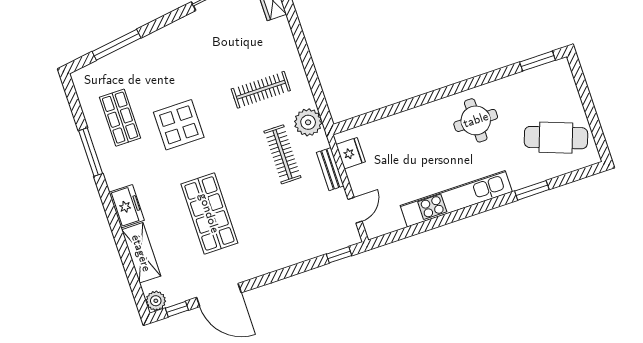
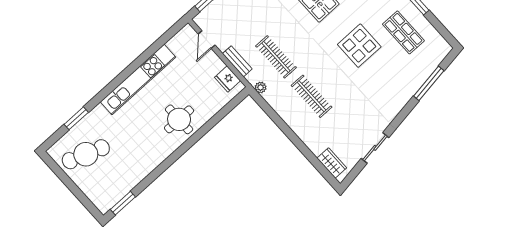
clothes rail: (261, 90) -> (312, 96), turned 90
round table: (476, 120) -> (179, 119), moved
plant: (308, 122) -> (261, 87), width x0.53, depth x0.53
window: (532, 190) -> (76, 118), moved

